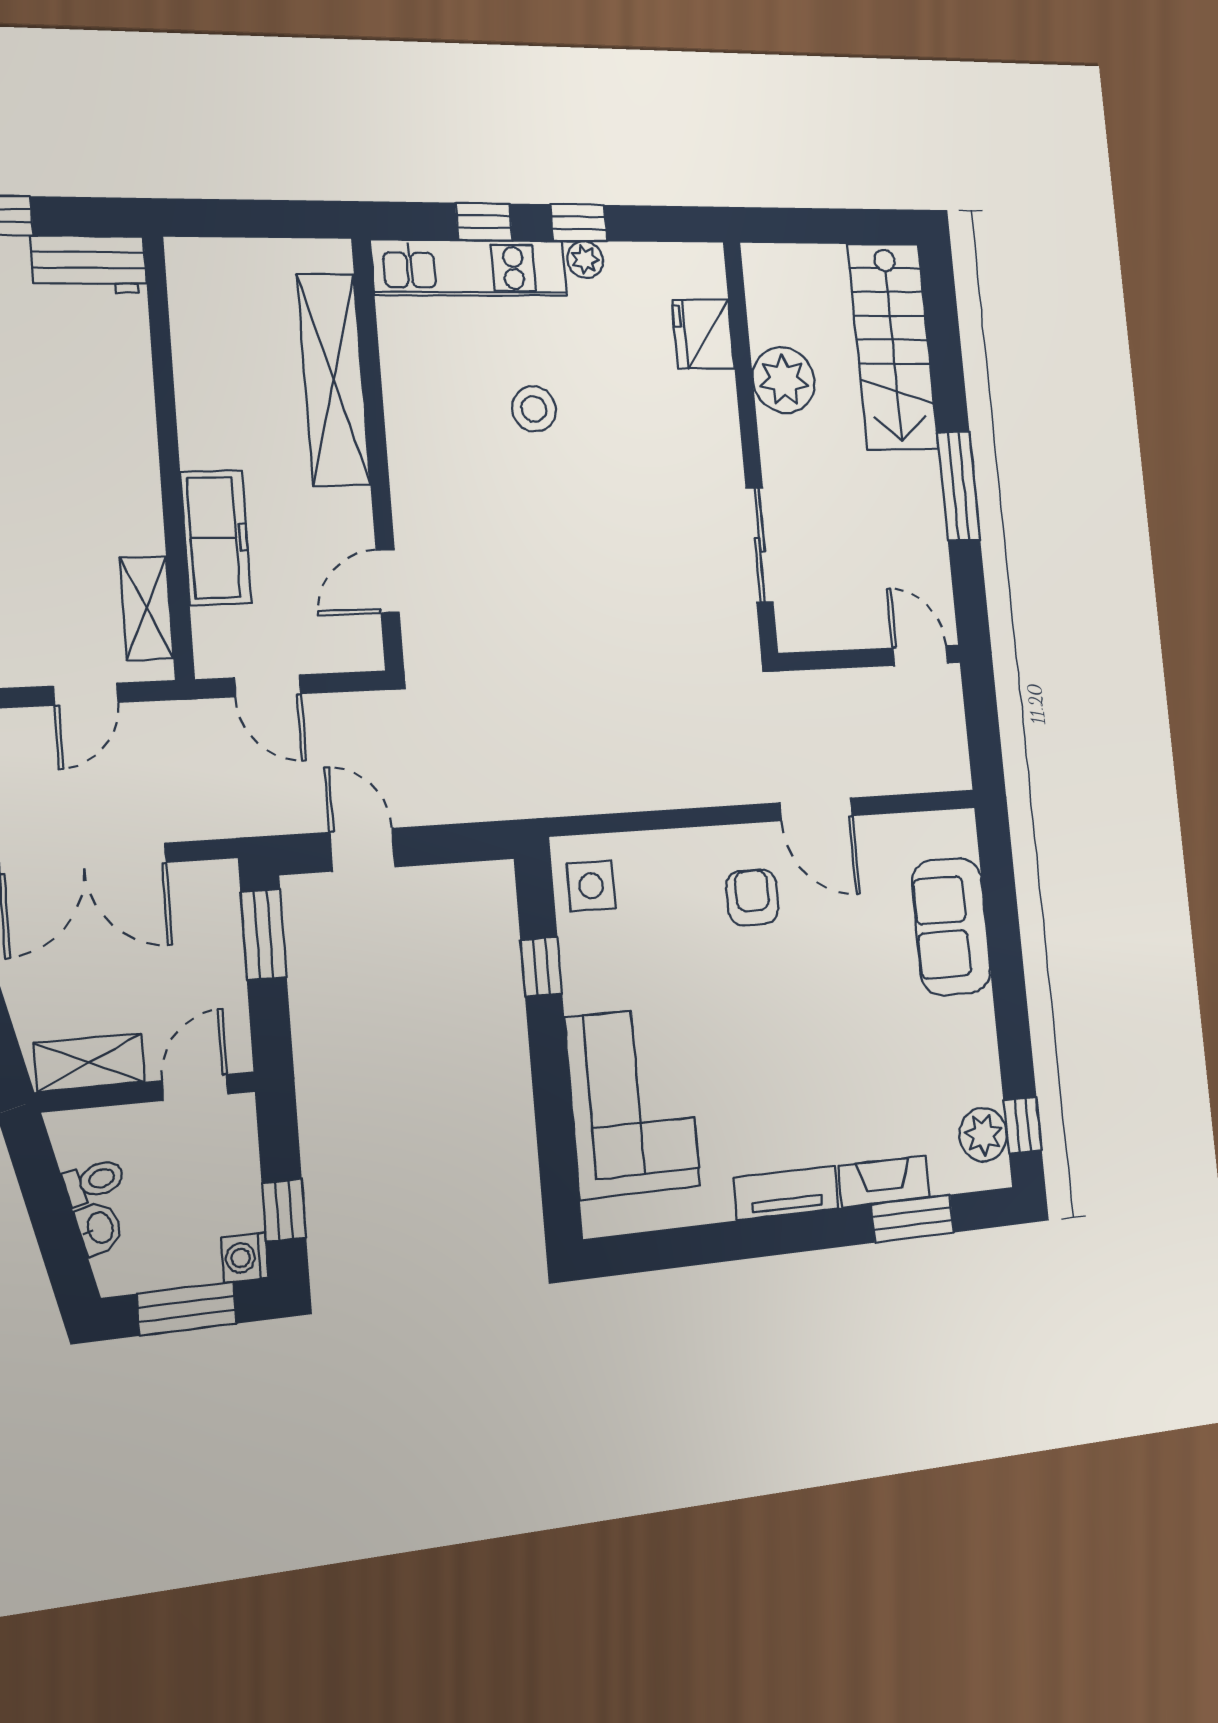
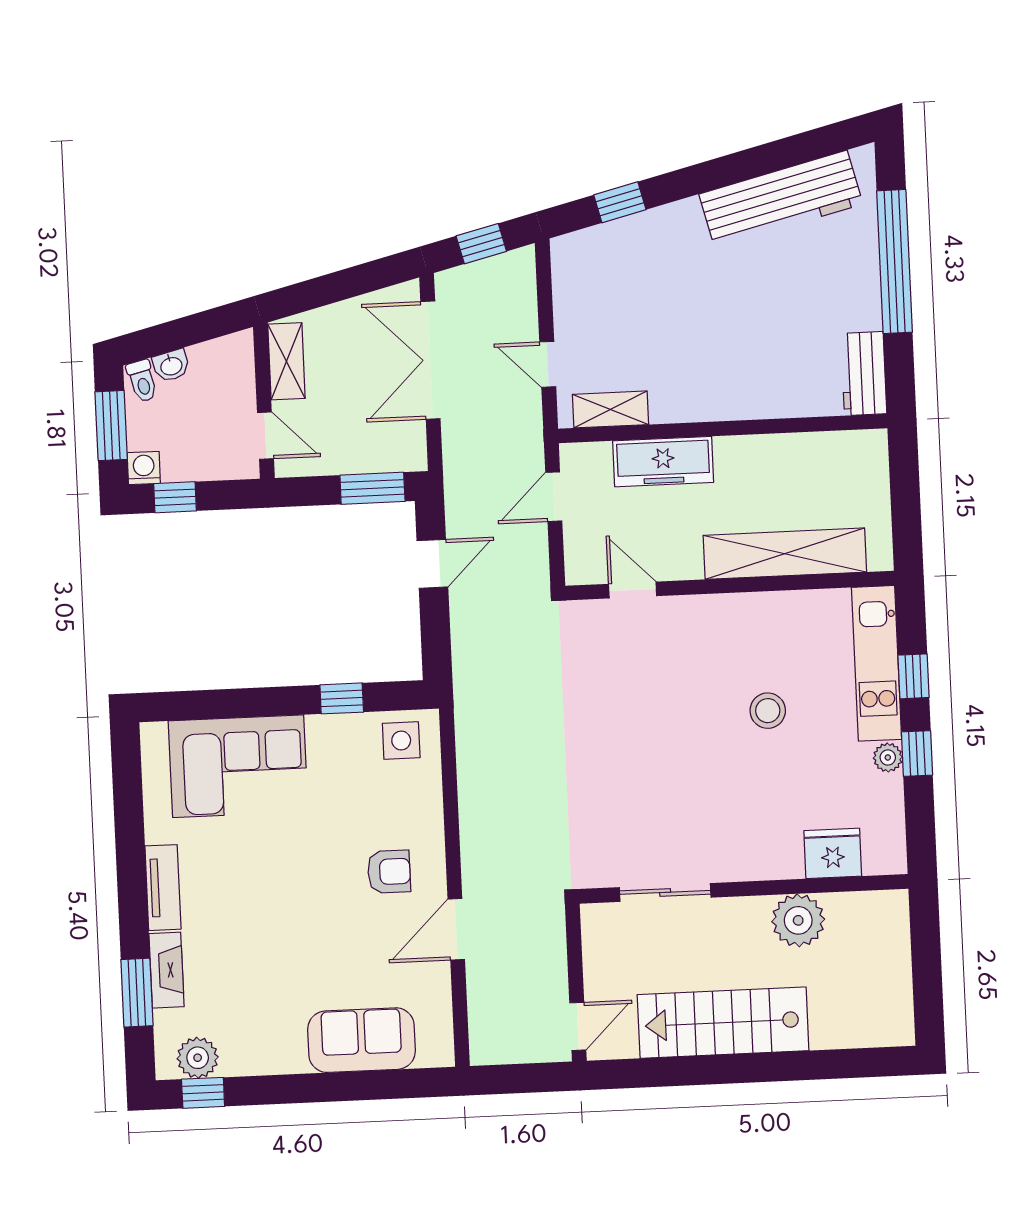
stairs: (893, 346) -> (723, 1023), moved
window: (959, 486) -> (716, 1070), removed
toilet: (94, 1181) -> (142, 381), moved

